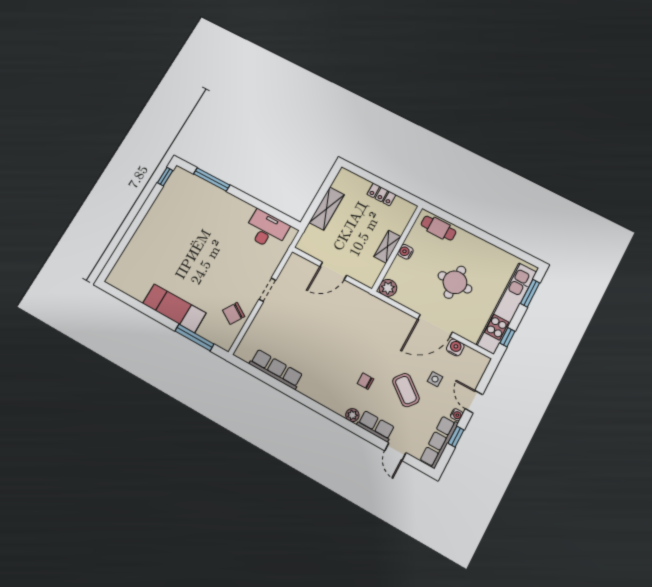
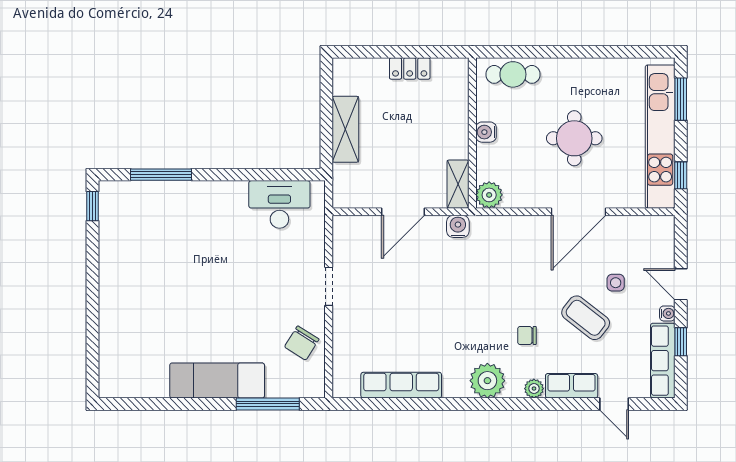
shelving: (387, 247) -> (458, 184), moved
water cooler: (455, 347) -> (458, 226), moved
plant: (327, 395) -> (487, 381), added

